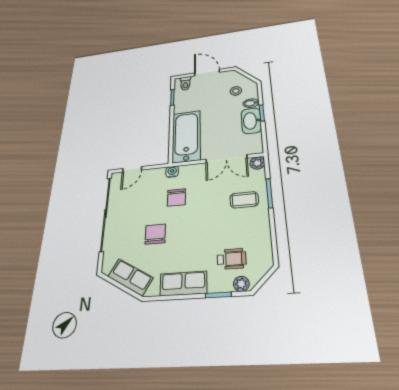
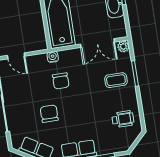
door: (132, 169) -> (16, 56), hinge flipped
wheelchair: (232, 259) -> (123, 119), moved
plant: (241, 284) -> (121, 147), removed

